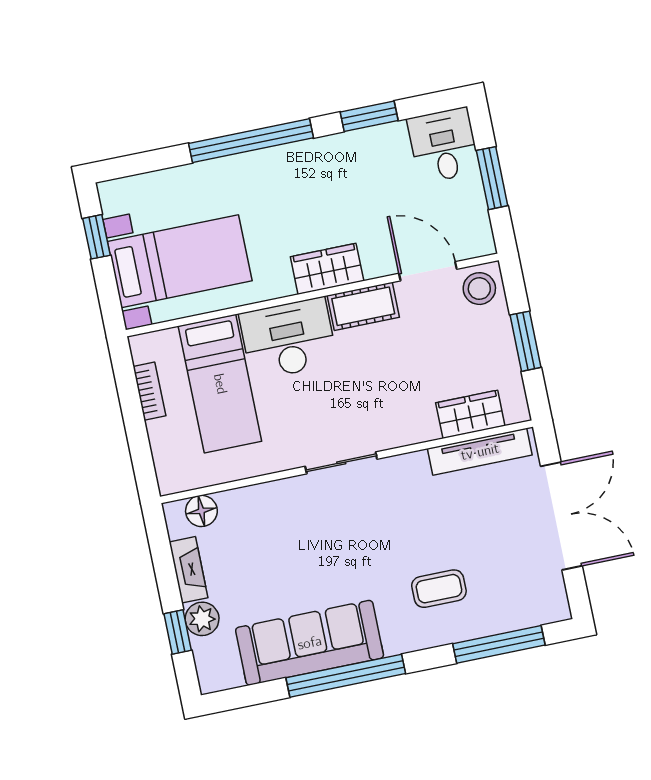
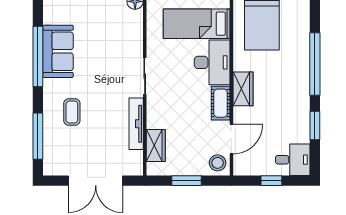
window: (492, 178) -> (271, 181), width x0.67
tv unit: (480, 452) -> (136, 124), moved
sofa: (310, 643) -> (58, 51), width x0.73

